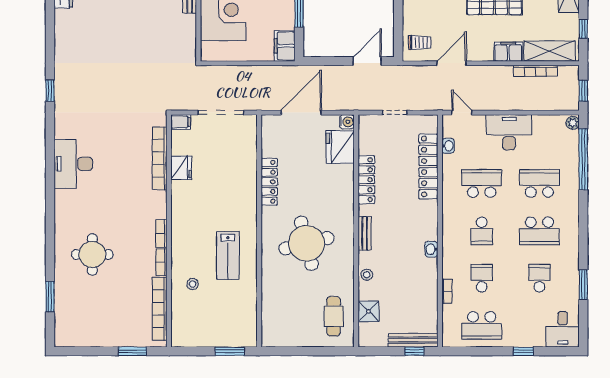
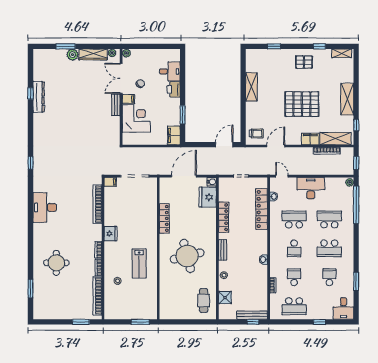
fridge: (181, 168) -> (111, 234), moved

